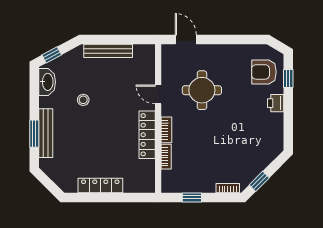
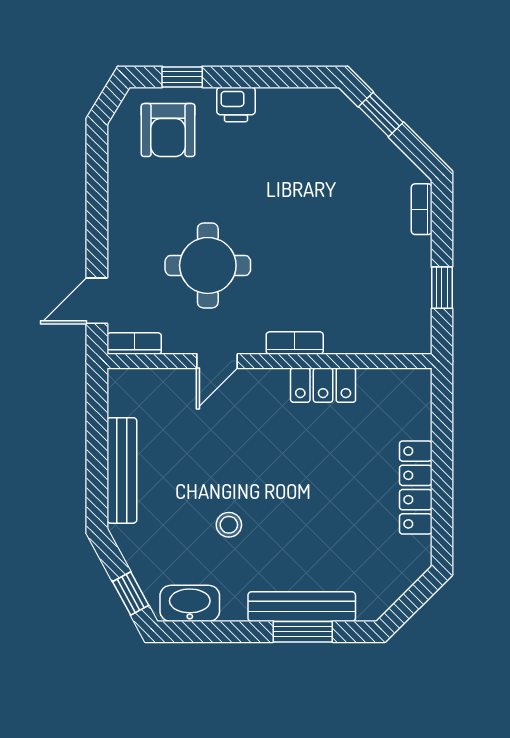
locker: (147, 135) -> (323, 385), width x0.66
bookcase: (166, 157) -> (134, 343), moved
window: (259, 181) -> (381, 114), moved

